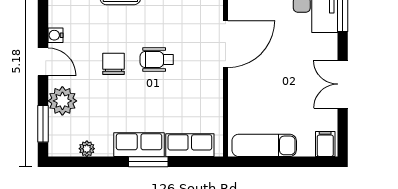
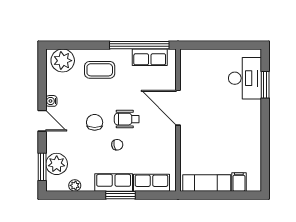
door: (225, 44) -> (178, 108), swing flipped
double door: (343, 84) -> (265, 137), removed
chair: (144, 94) -> (117, 145), added
plant: (62, 101) -> (57, 164), moved
filing cabinet: (325, 144) -> (239, 182), moved

